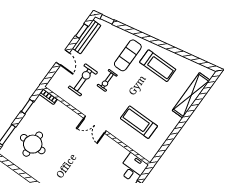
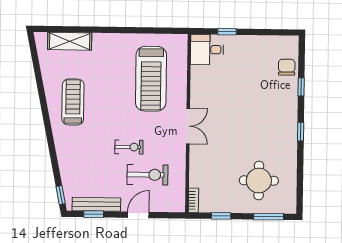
exercise mat: (128, 55) -> (85, 144), removed
exercise bike: (83, 80) -> (148, 175), turned 180
shelving: (191, 95) -> (70, 41), width x0.68
treadmill: (139, 122) -> (151, 79), width x1.37, depth x1.38

